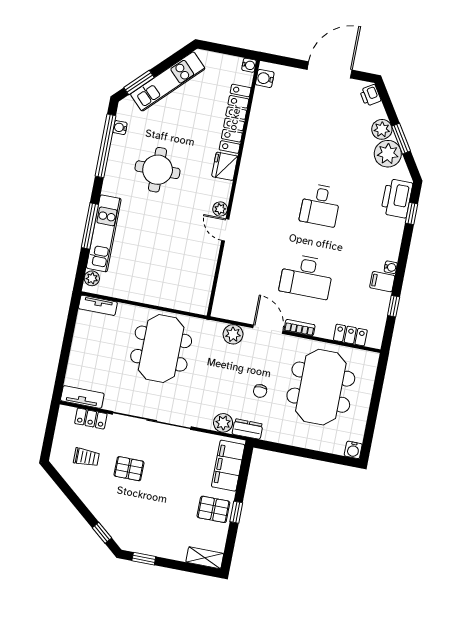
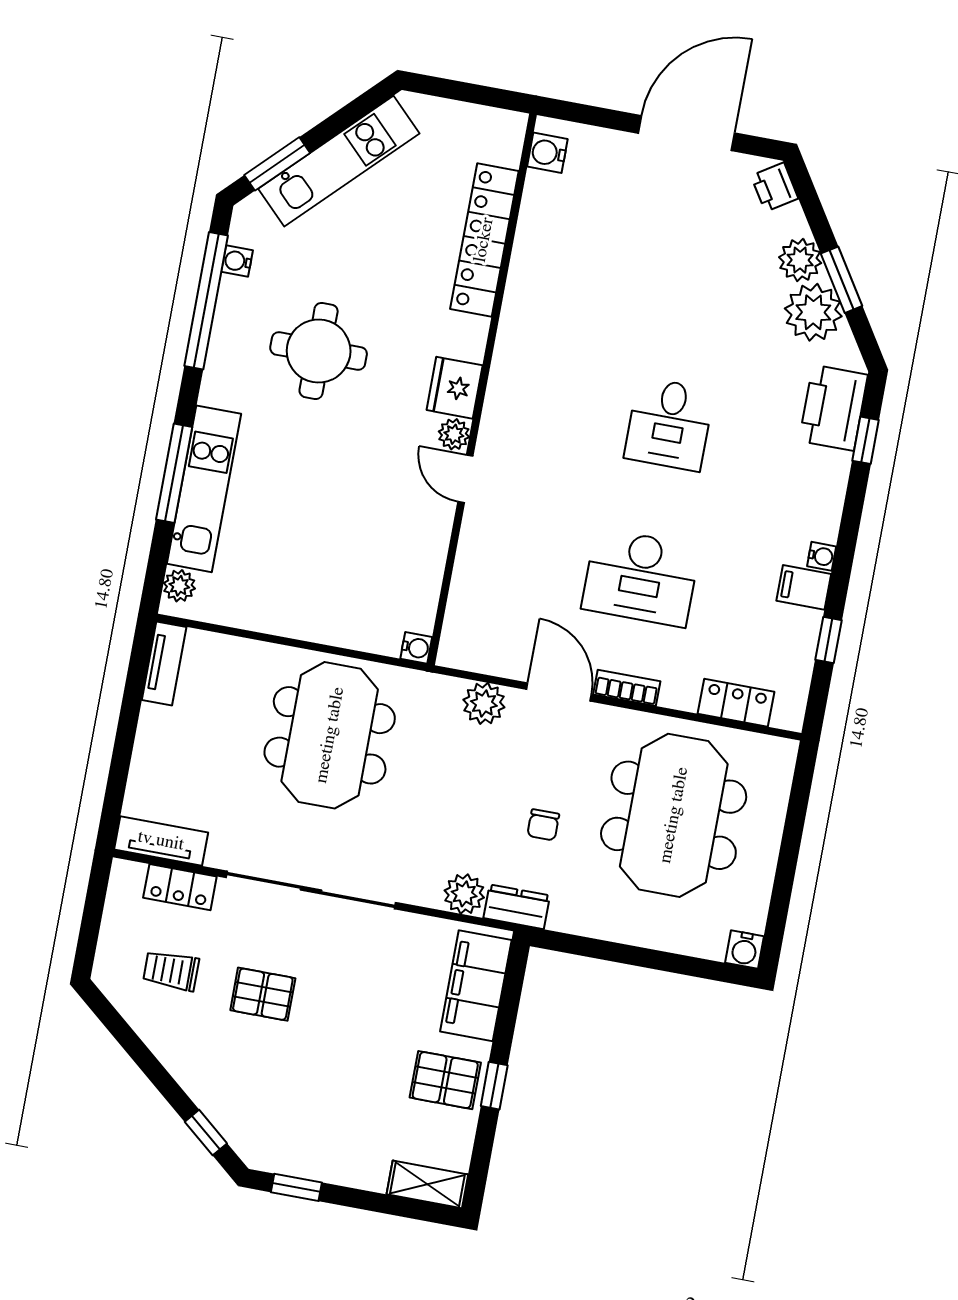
water cooler: (249, 65) -> (416, 648), moved
fridge: (225, 166) -> (455, 388), moved
tv unit: (98, 305) -> (164, 663), moved, turned -90
trolley: (86, 457) -> (171, 971), turned 180

